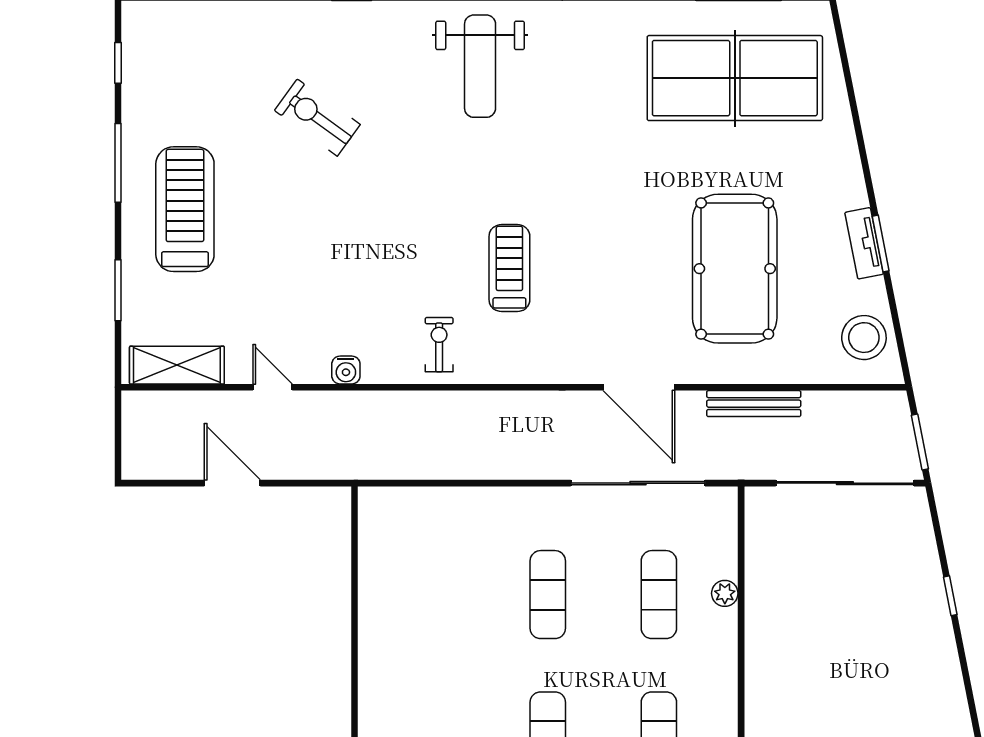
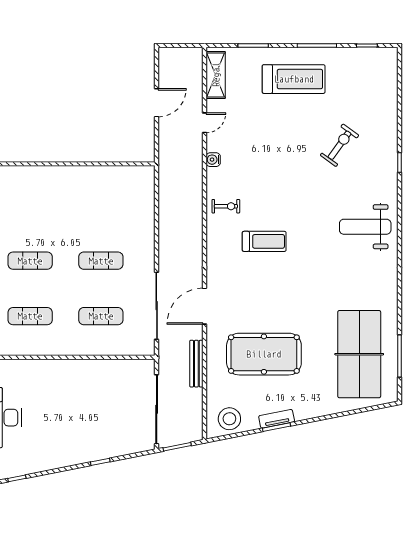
plant: (725, 593) -> (101, 349), removed

